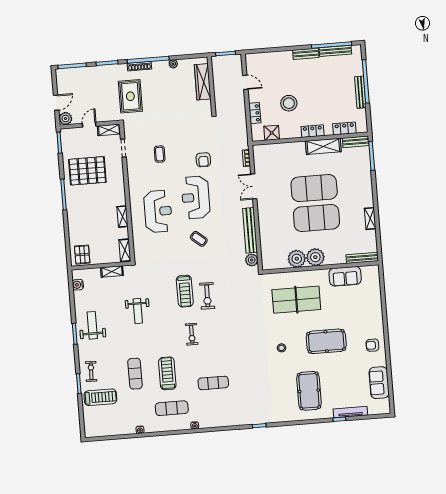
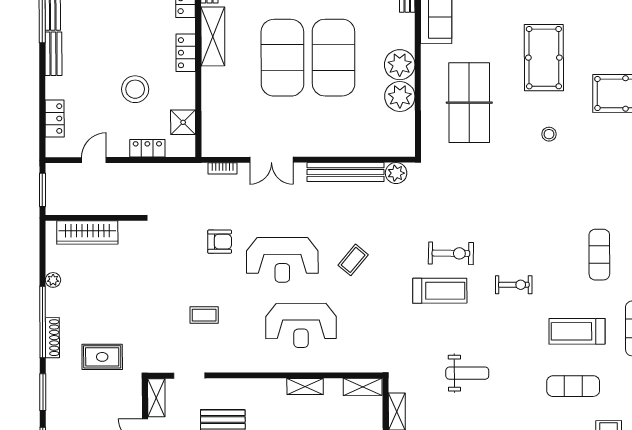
locker: (268, 57) -> (55, 118), added
rug: (130, 96) -> (102, 357), width x0.73, depth x0.70
reception desk: (158, 211) -> (301, 325), turned 180

